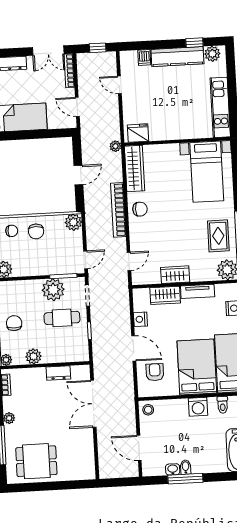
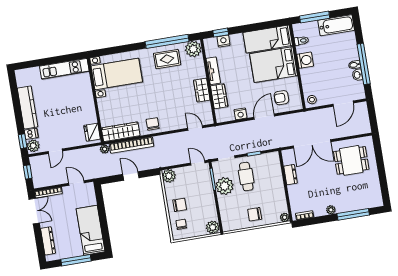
window: (194, 43) -> (23, 141), moved
plant: (212, 54) -> (33, 146), moved
door: (77, 107) -> (77, 183), swing flipped
bookcase: (118, 210) -> (132, 145), moved
plant: (33, 356) -> (279, 196), removed
dining table: (36, 461) -> (351, 160), moved, turned 90
window: (185, 479) -> (364, 64), width x1.46

